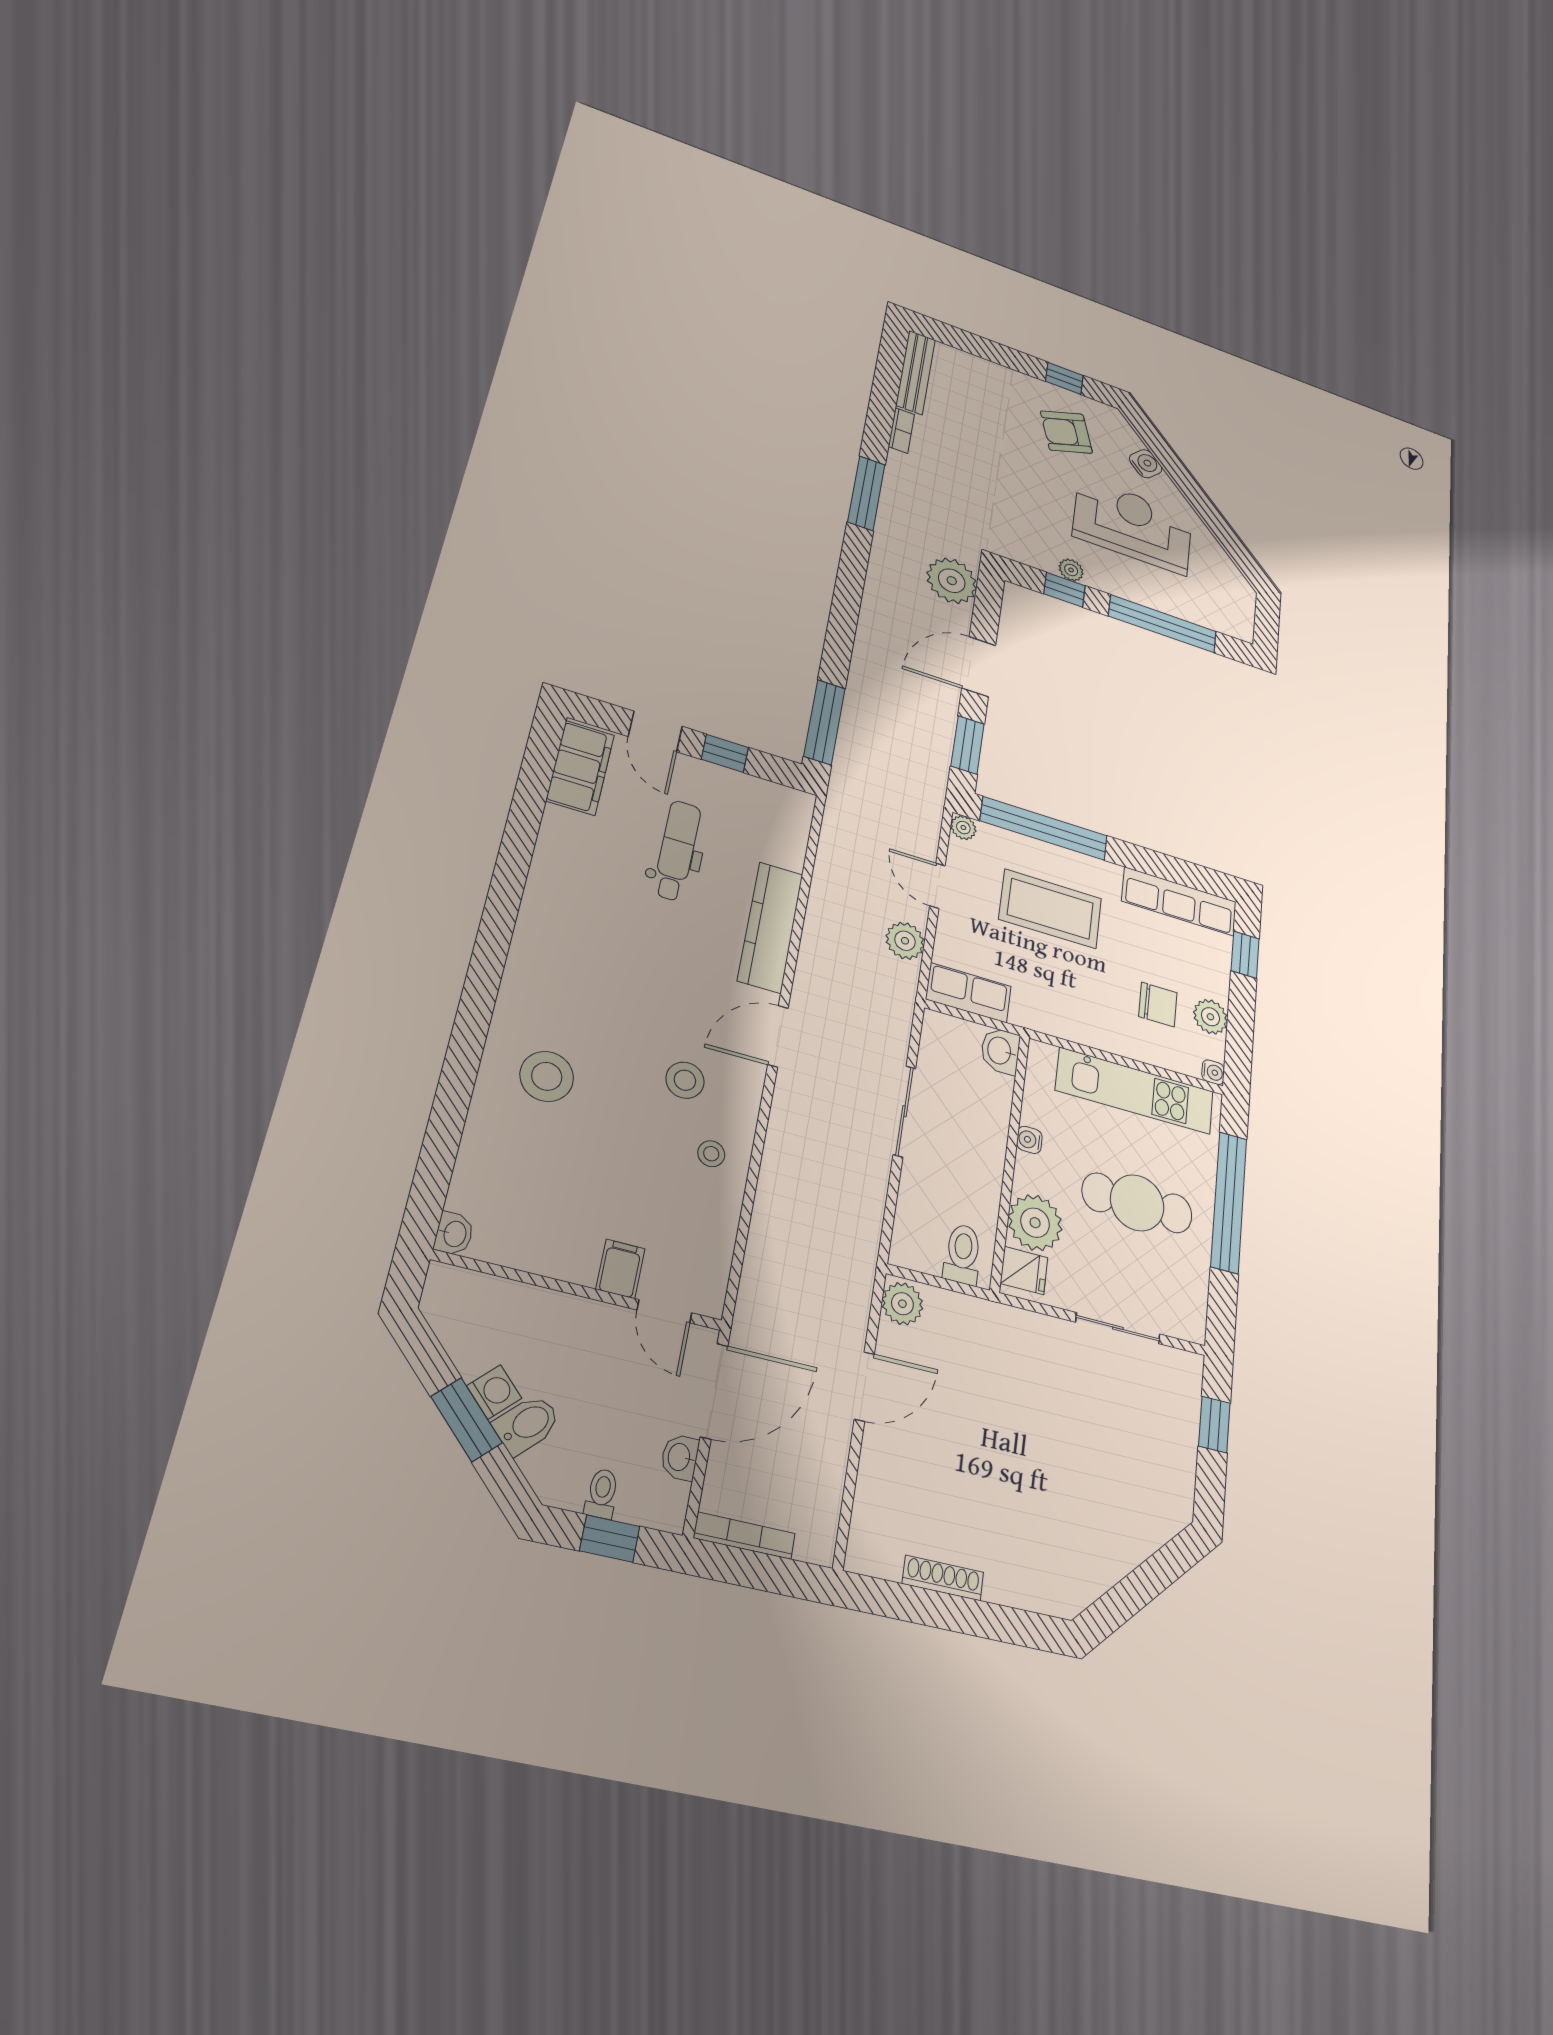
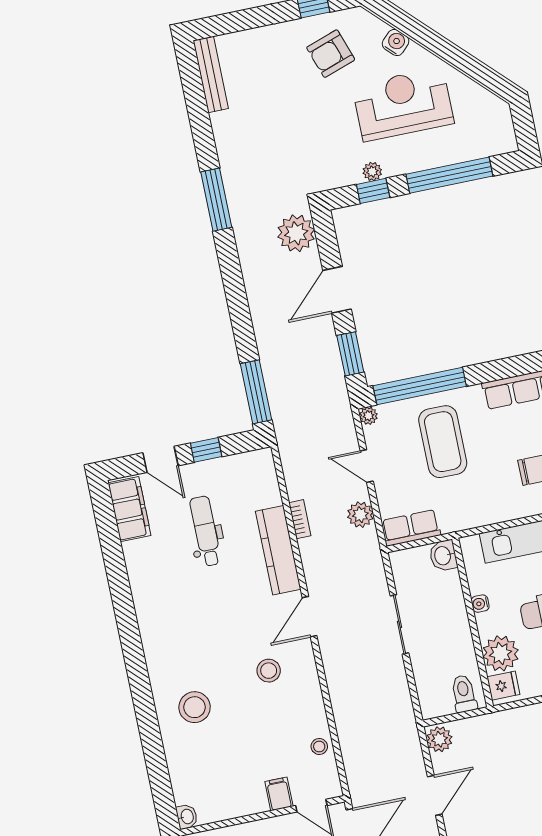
bookcase: (901, 430) -> (300, 519), moved
coffee table: (1050, 909) -> (443, 442), turned 90
stool: (711, 1154) -> (319, 746), moved

